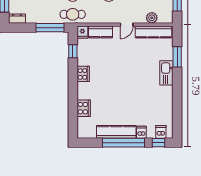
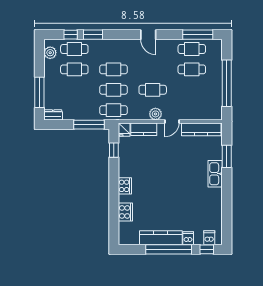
plant: (152, 18) -> (155, 114), moved
cooker: (83, 74) -> (125, 186), moved

